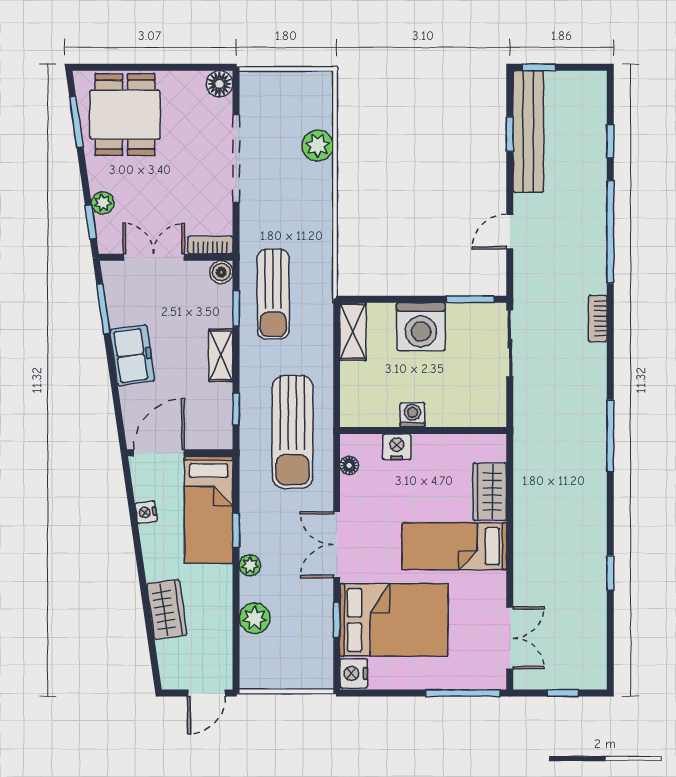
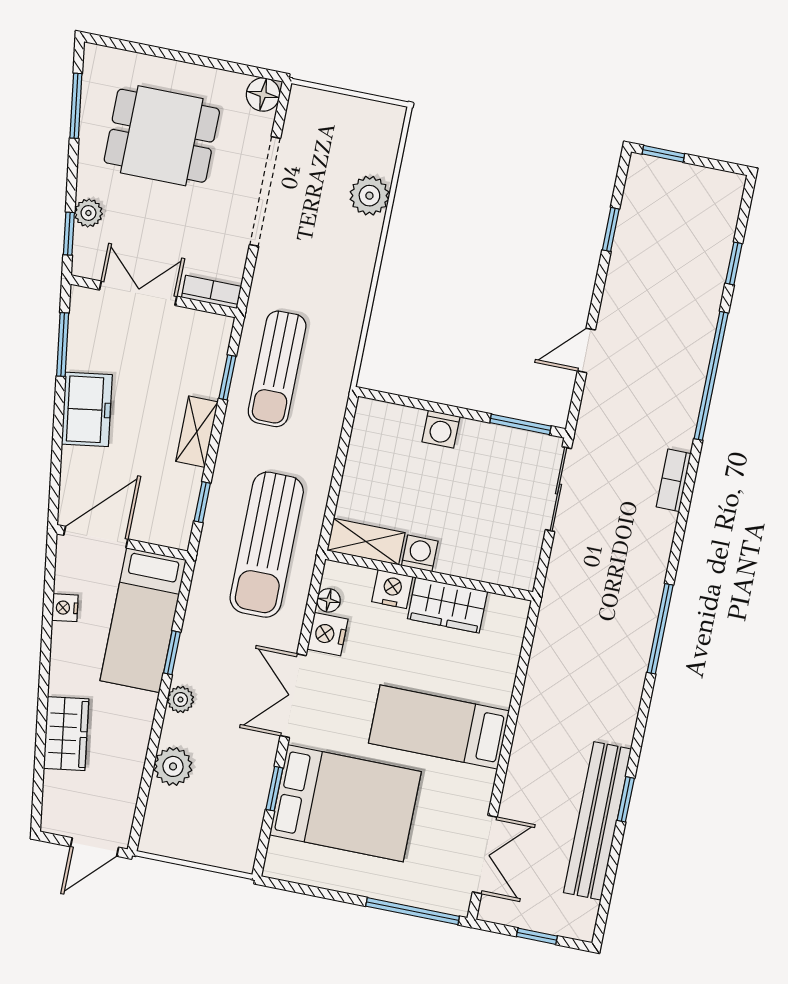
dining table: (125, 115) -> (162, 136), moved, turned 90
bench: (528, 132) -> (597, 821), moved
boiler: (221, 272) -> (218, 328), removed
washing machine: (421, 327) -> (441, 429), width x0.53, depth x0.53
shelving: (353, 331) -> (366, 542), moved, turned 90
wardrobe: (490, 492) -> (447, 605), moved, turned -90
nightstand: (354, 673) -> (327, 634), moved

